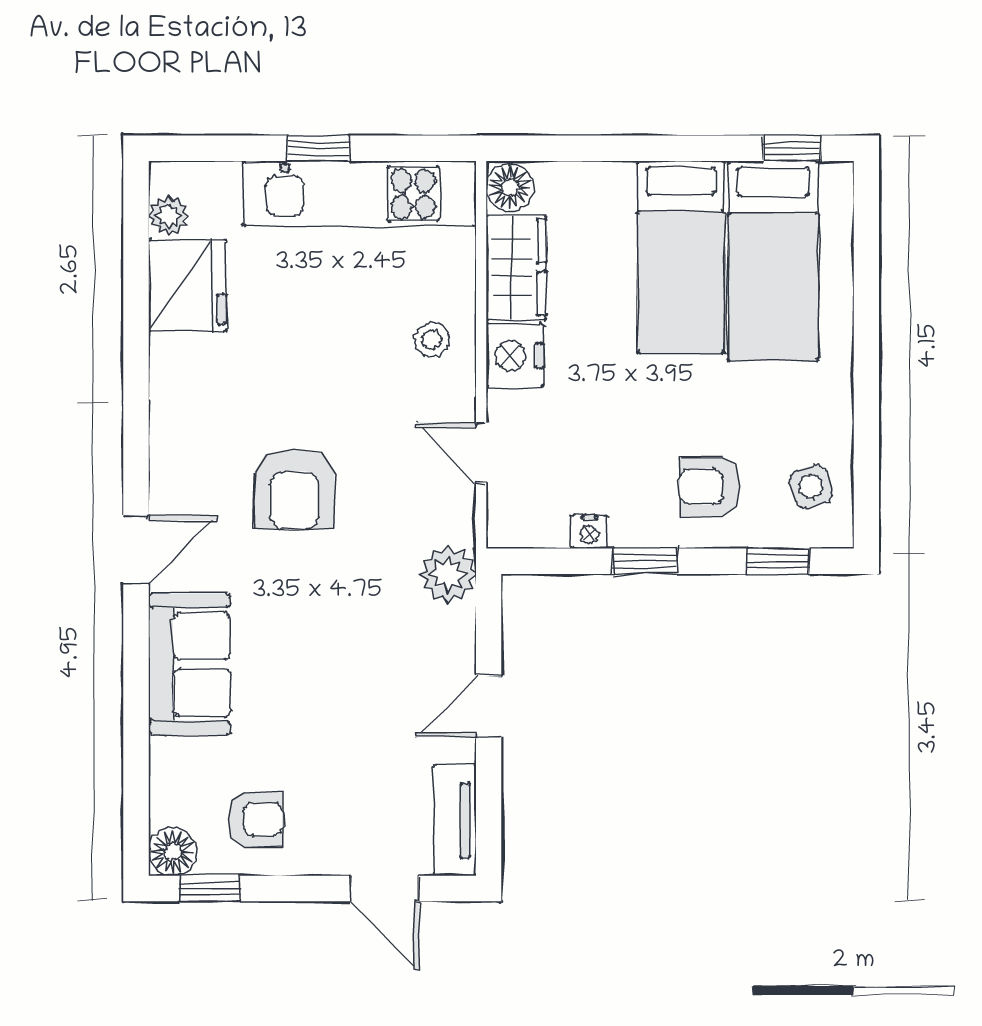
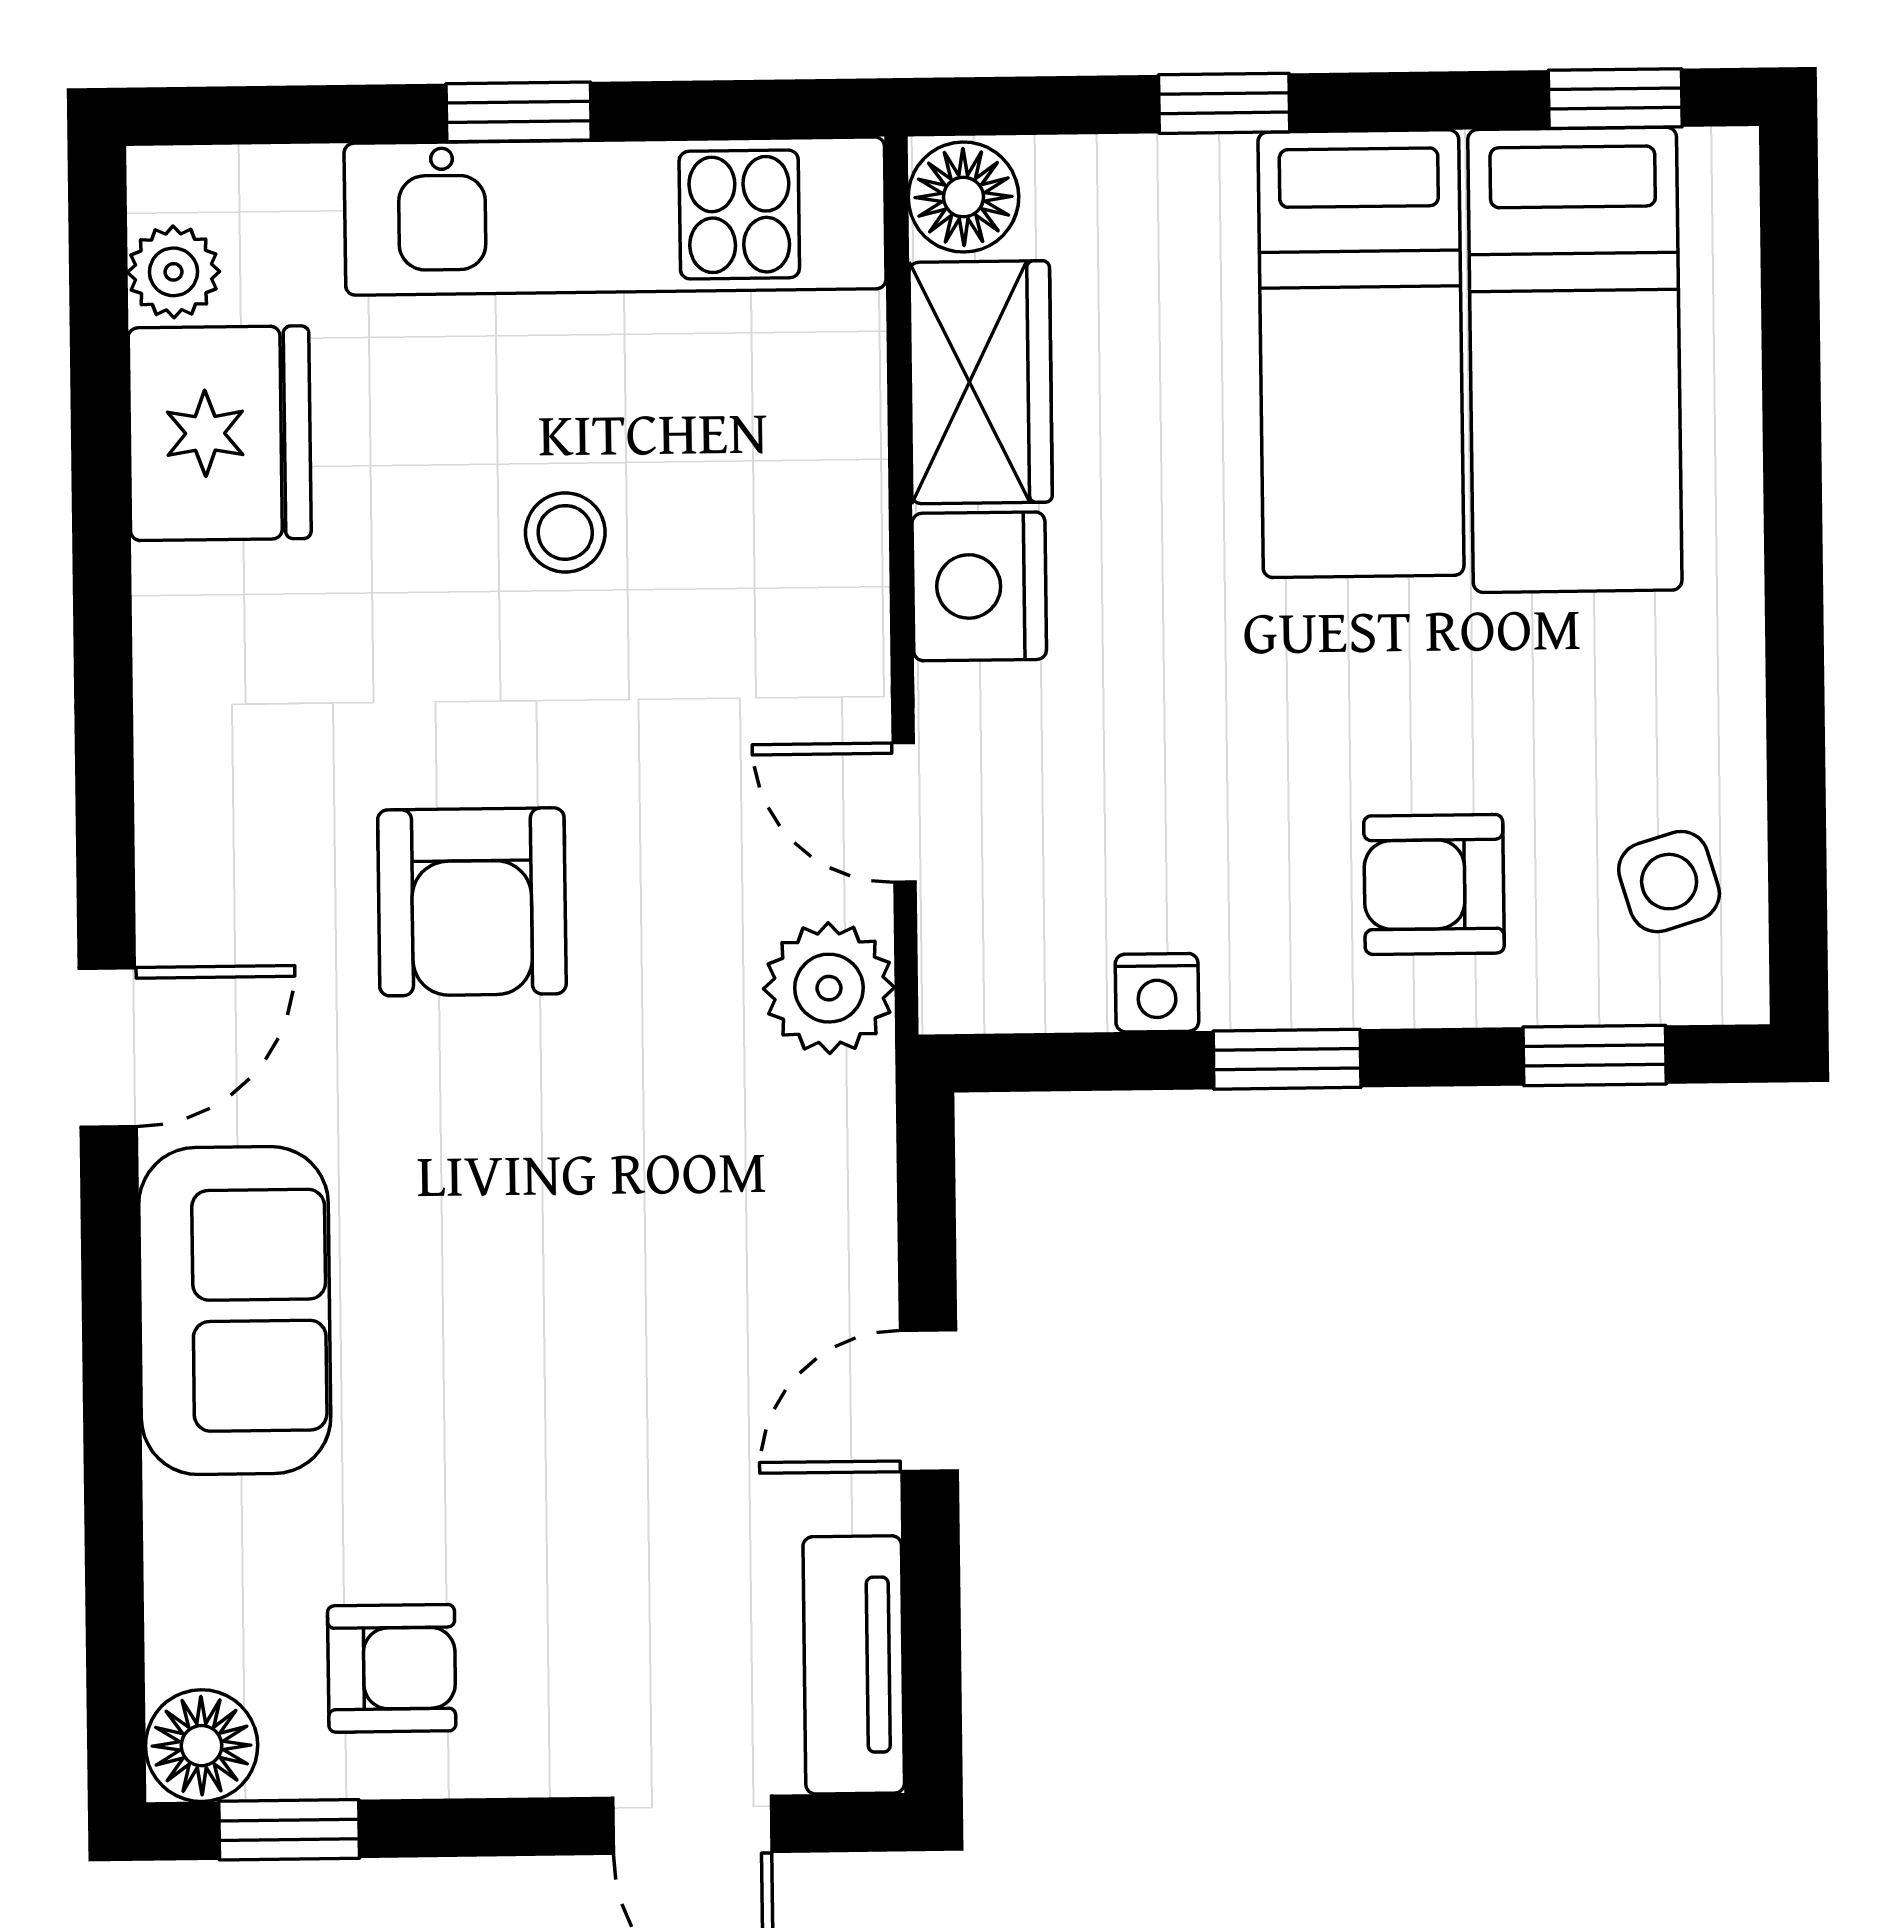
window: (623, 148) -> (1224, 103), added
stool: (432, 340) -> (565, 532), moved
plant: (448, 574) -> (829, 988), moved

